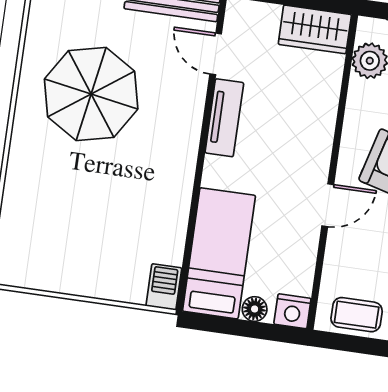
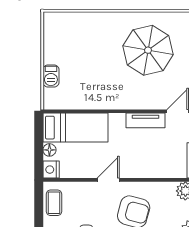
door: (328, 205) -> (108, 180), swing flipped
barbecue: (164, 287) -> (51, 76), moved, turned 90

